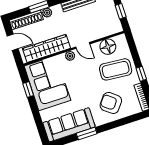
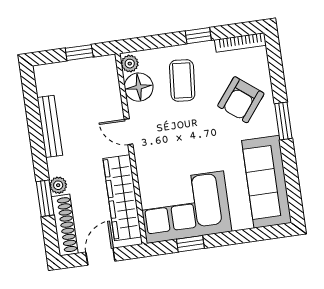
door: (83, 45) -> (129, 132), swing flipped
plant: (70, 56) -> (130, 64), moved
coffee table: (116, 69) -> (182, 80), width x0.73, depth x0.76
window: (87, 133) -> (283, 121), moved

